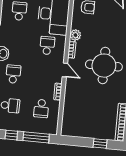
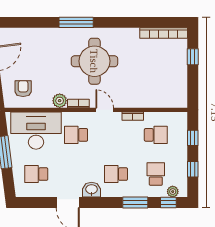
door: (65, 70) -> (105, 110), hinge flipped
window: (36, 137) -> (193, 138), width x0.46

